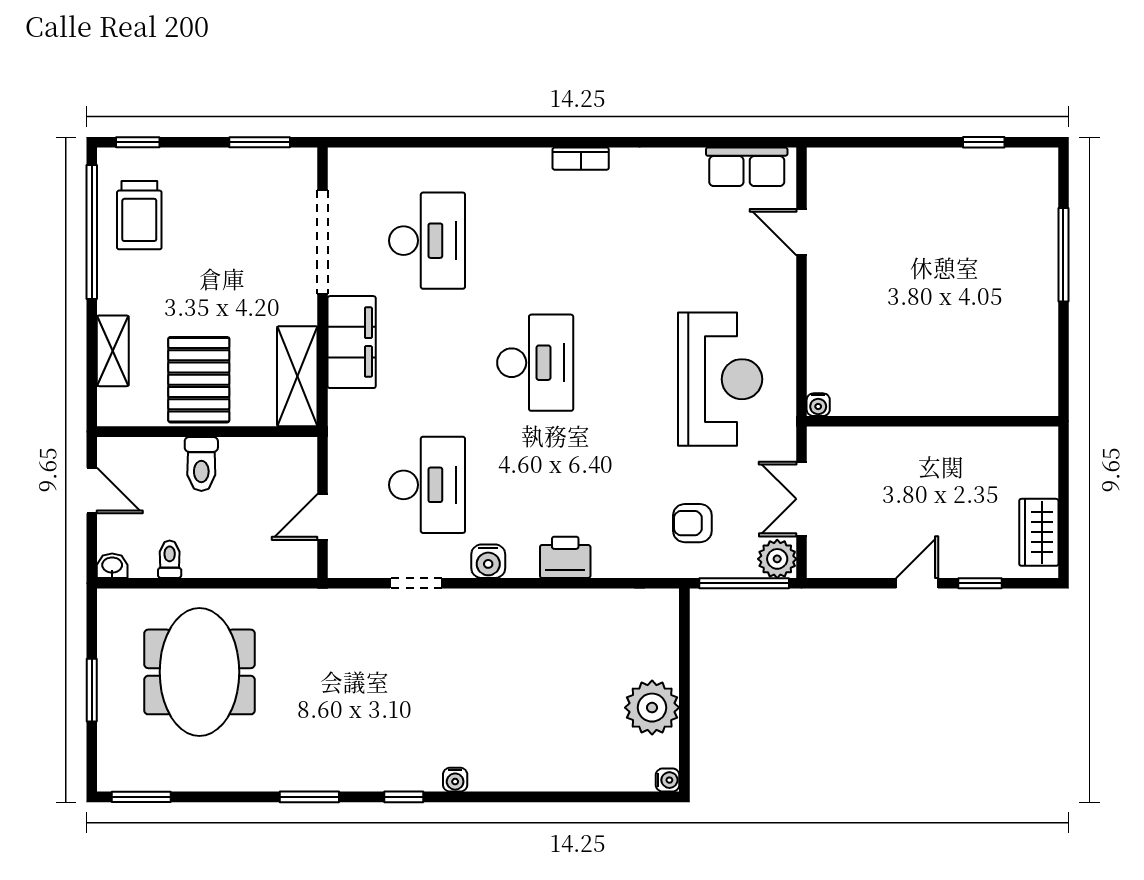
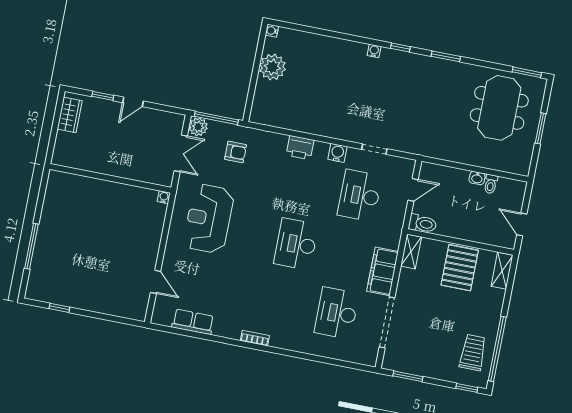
row of seats: (747, 167) -> (193, 322), moved
shelving: (113, 351) -> (502, 271), moved
shelving: (297, 376) -> (411, 252), width x0.67, depth x0.75
toilet: (201, 464) -> (423, 224), moved, turned 90
washbasin: (112, 566) -> (477, 178), moved
meeting table: (199, 672) -> (499, 108), moved

